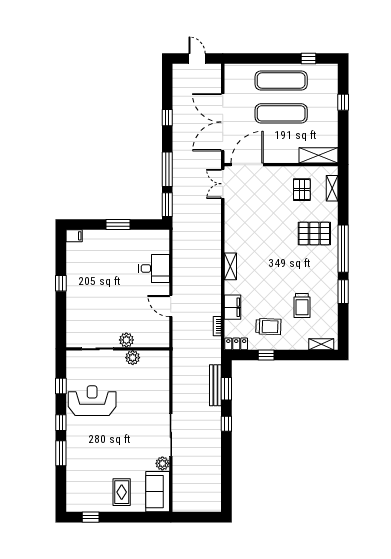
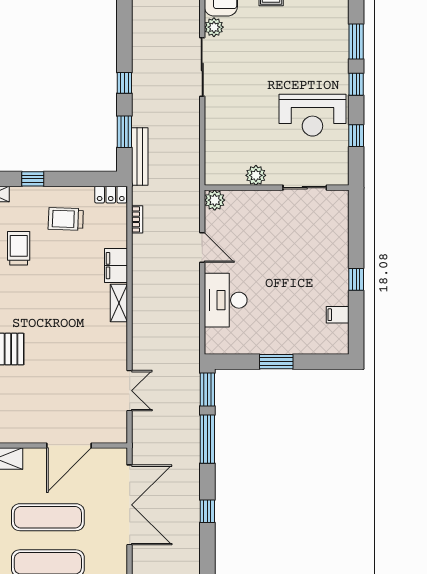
door: (247, 165) -> (69, 446), moved
double door: (223, 184) -> (130, 391), moved
pallet: (302, 190) -> (19, 411), removed
filing cabinet: (74, 236) -> (338, 315), moved
desk: (154, 268) -> (226, 300), width x1.37
filing cabinet: (232, 307) -> (116, 266), moved
plant: (126, 340) -> (215, 200), moved
window: (266, 355) -> (33, 179), moved
bench: (215, 385) -> (140, 157), moved

